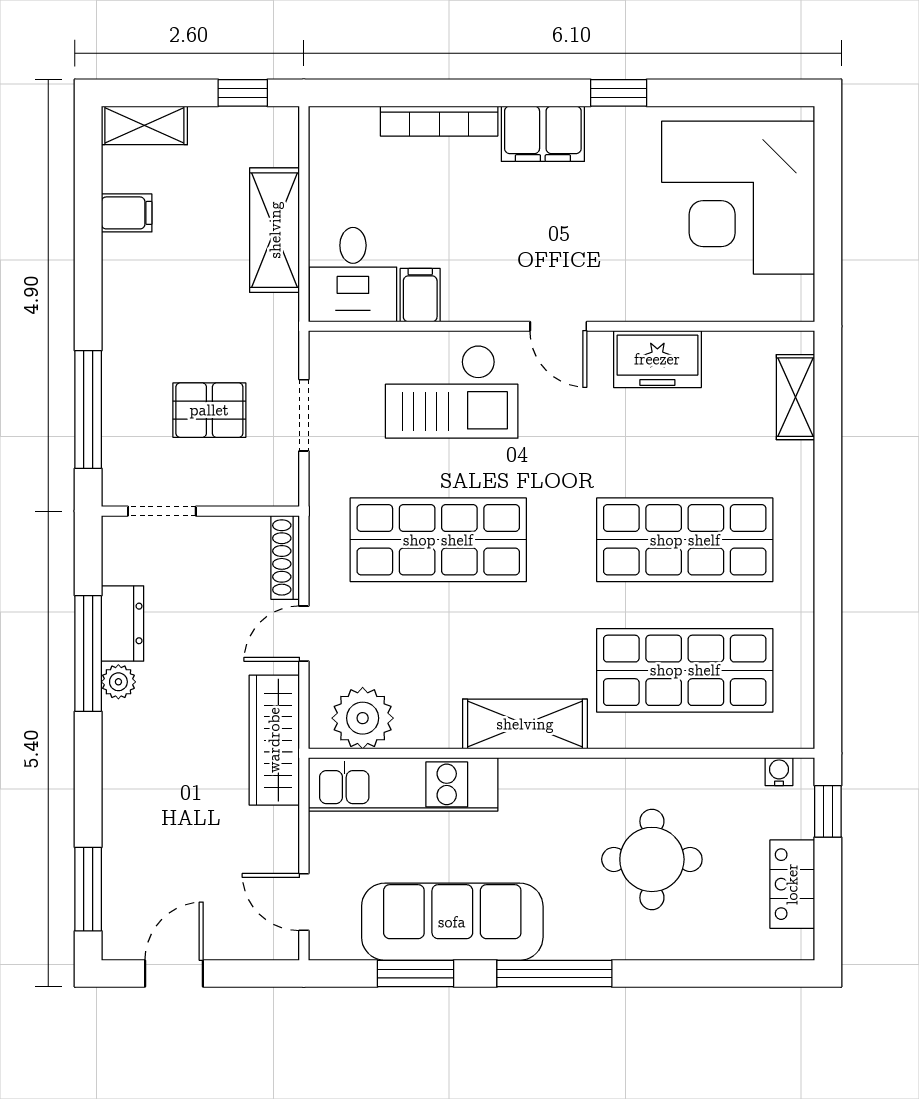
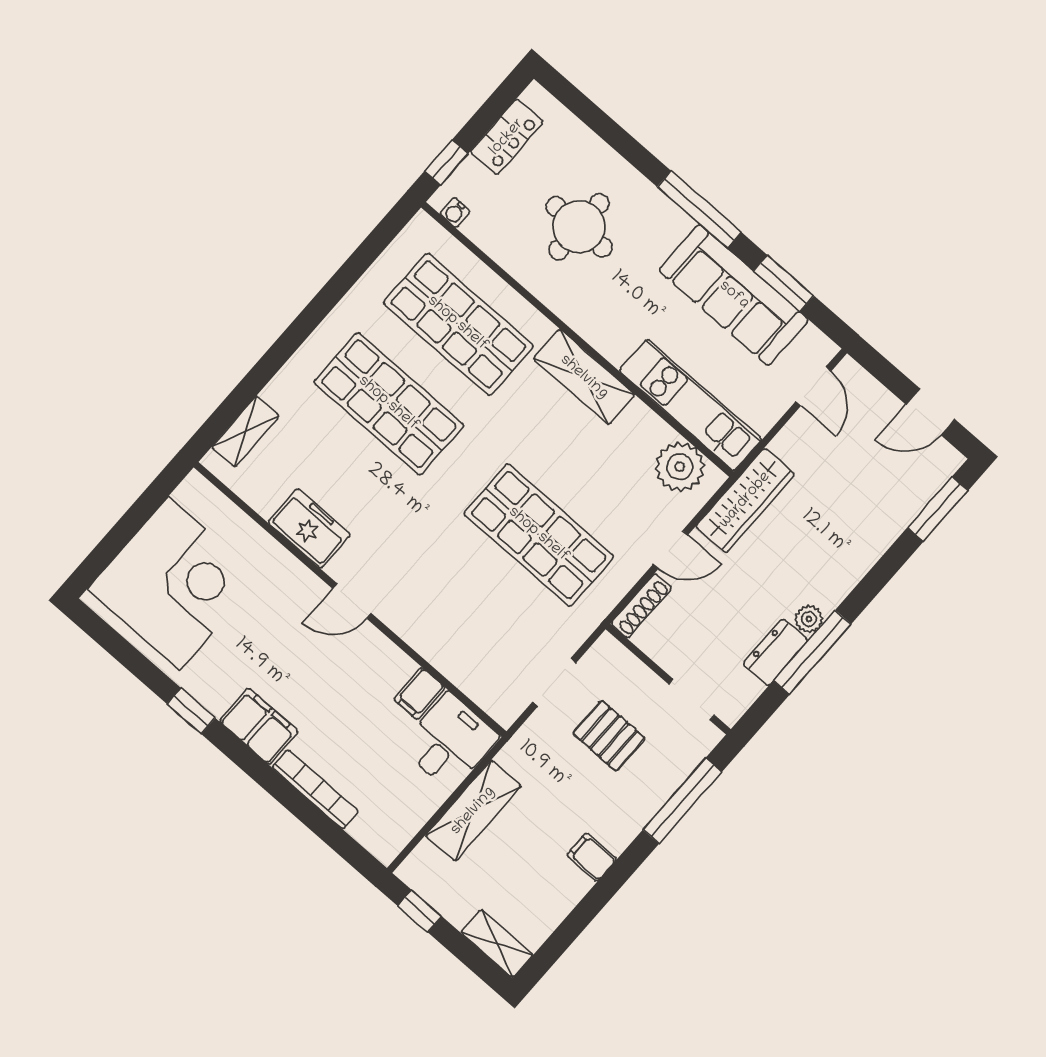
filing cabinet: (127, 213) -> (592, 857), moved
door: (558, 326) -> (352, 601), swing flipped
checkout: (452, 392) -> (452, 618), removed

